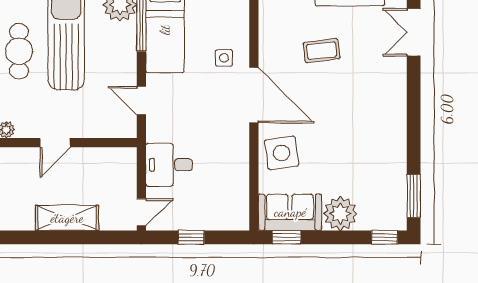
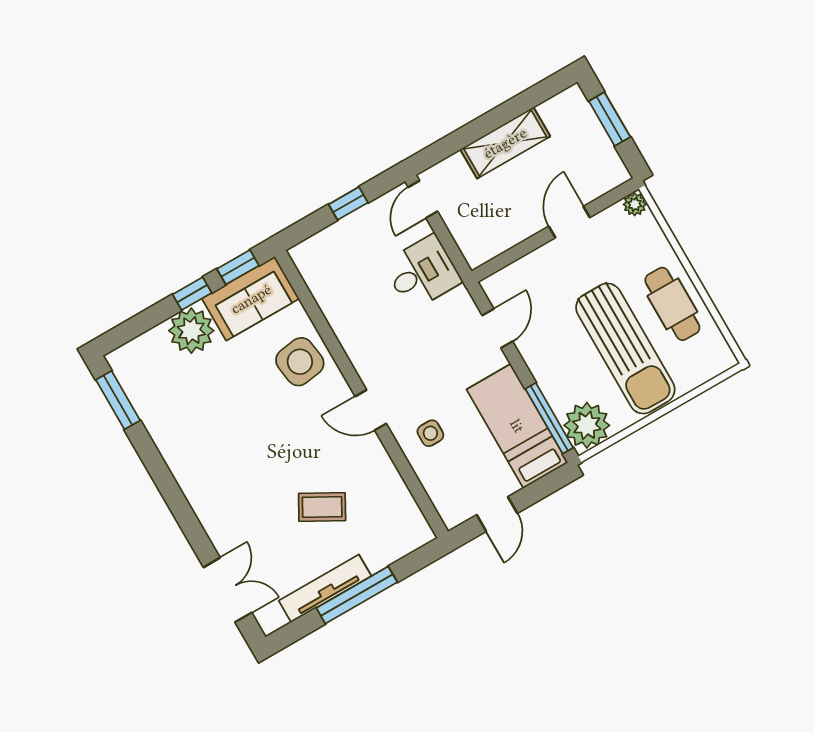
coffee table: (322, 51) -> (322, 507), turned 36
door: (254, 95) -> (371, 410), width x0.53
door: (141, 101) -> (497, 328), hinge flipped
window: (384, 237) -> (192, 294), moved

